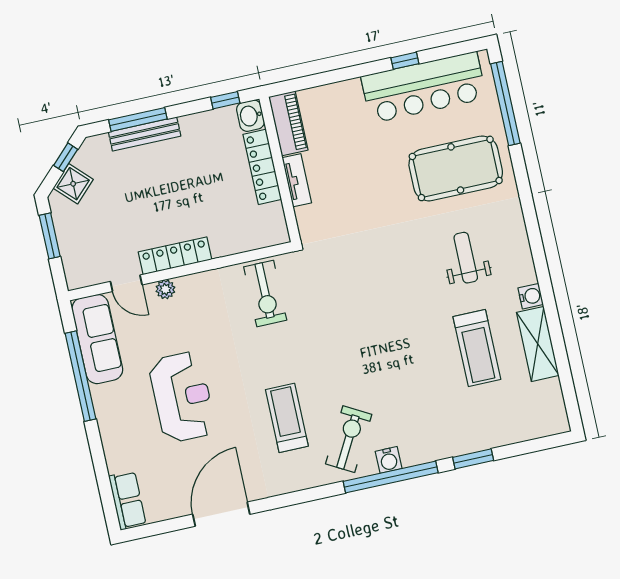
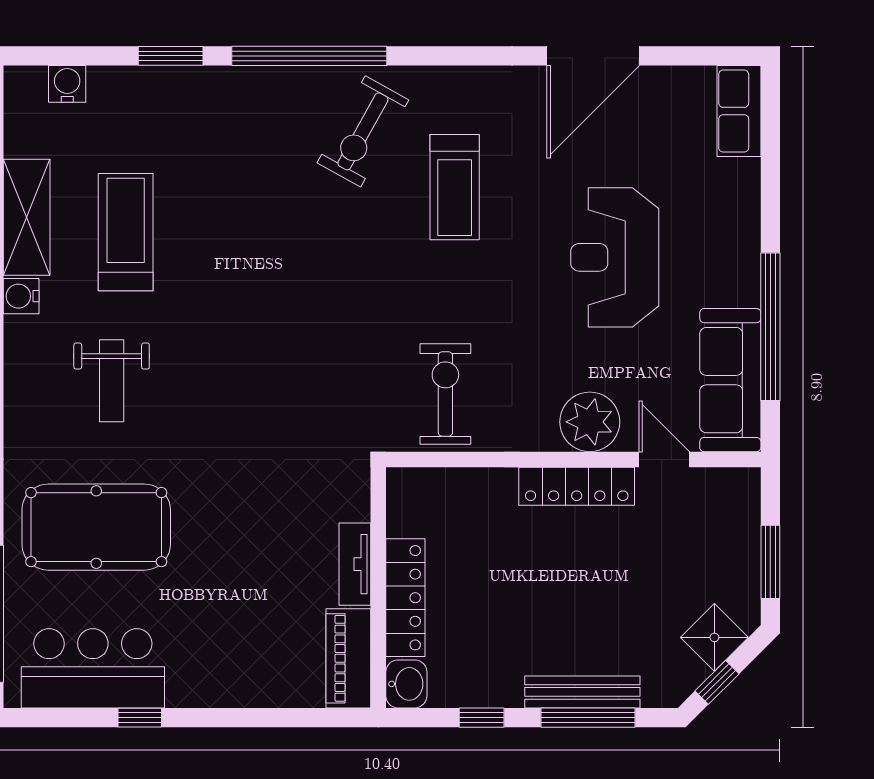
bar counter: (424, 87) -> (93, 668), width x0.73
window: (225, 100) -> (482, 718), moved
plant: (165, 289) -> (590, 422), width x1.87, depth x1.87
water cooler: (389, 460) -> (67, 84), moved

